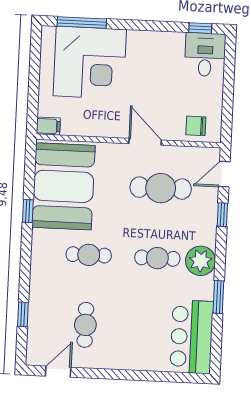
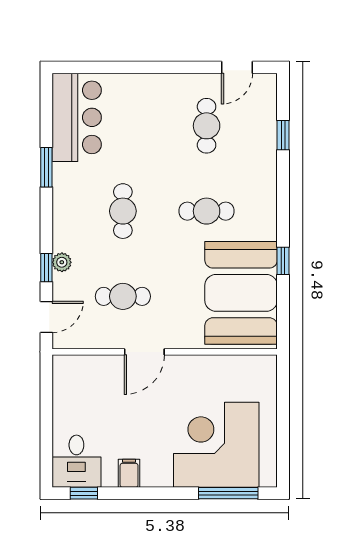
filing cabinet: (48, 126) -> (129, 473), moved, turned 90
chair: (196, 126) -> (84, 374), removed
door: (145, 142) -> (144, 352), hinge flipped
cafe table: (161, 188) -> (123, 296), width x0.73, depth x0.74
cafe table: (157, 258) -> (123, 211), turned 90
plant: (201, 261) -> (62, 262), moved, width x0.53, depth x0.53

